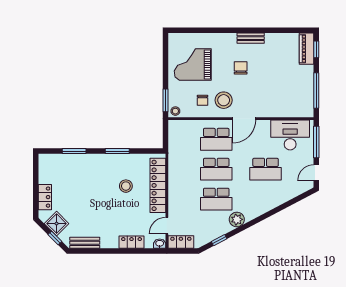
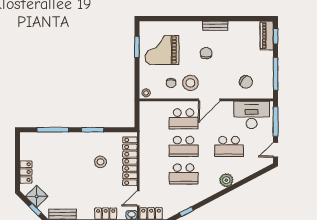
chair: (284, 99) -> (246, 82), added
window: (166, 100) -> (137, 47), moved
window: (74, 151) -> (53, 130), width x1.44
plant: (237, 219) -> (226, 180), moved

